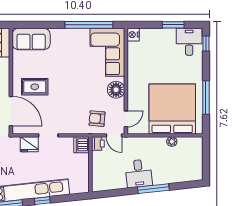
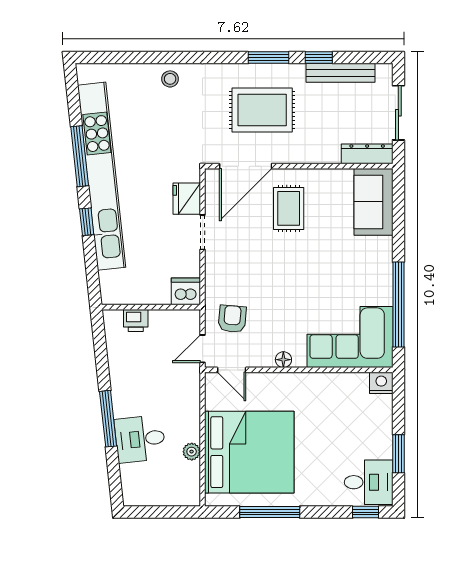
floor lamp: (116, 90) -> (283, 360), width x0.53, depth x0.53
printer: (98, 144) -> (136, 321), moved
desk: (139, 173) -> (140, 439), moved

